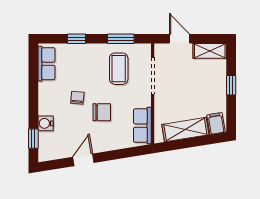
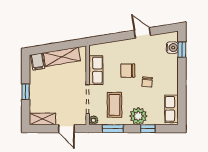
plant: (145, 49) -> (93, 120), added
plant: (89, 55) -> (138, 116), added
water cooler: (46, 123) -> (172, 48), moved
row of seats: (142, 126) -> (96, 70), moved
door: (83, 160) -> (142, 33), swing flipped

